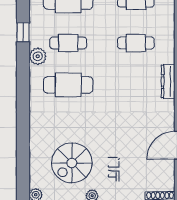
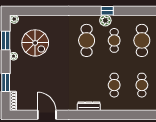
window: (23, 32) -> (107, 11), moved
spiral stairs: (72, 163) -> (35, 43), turned 180

